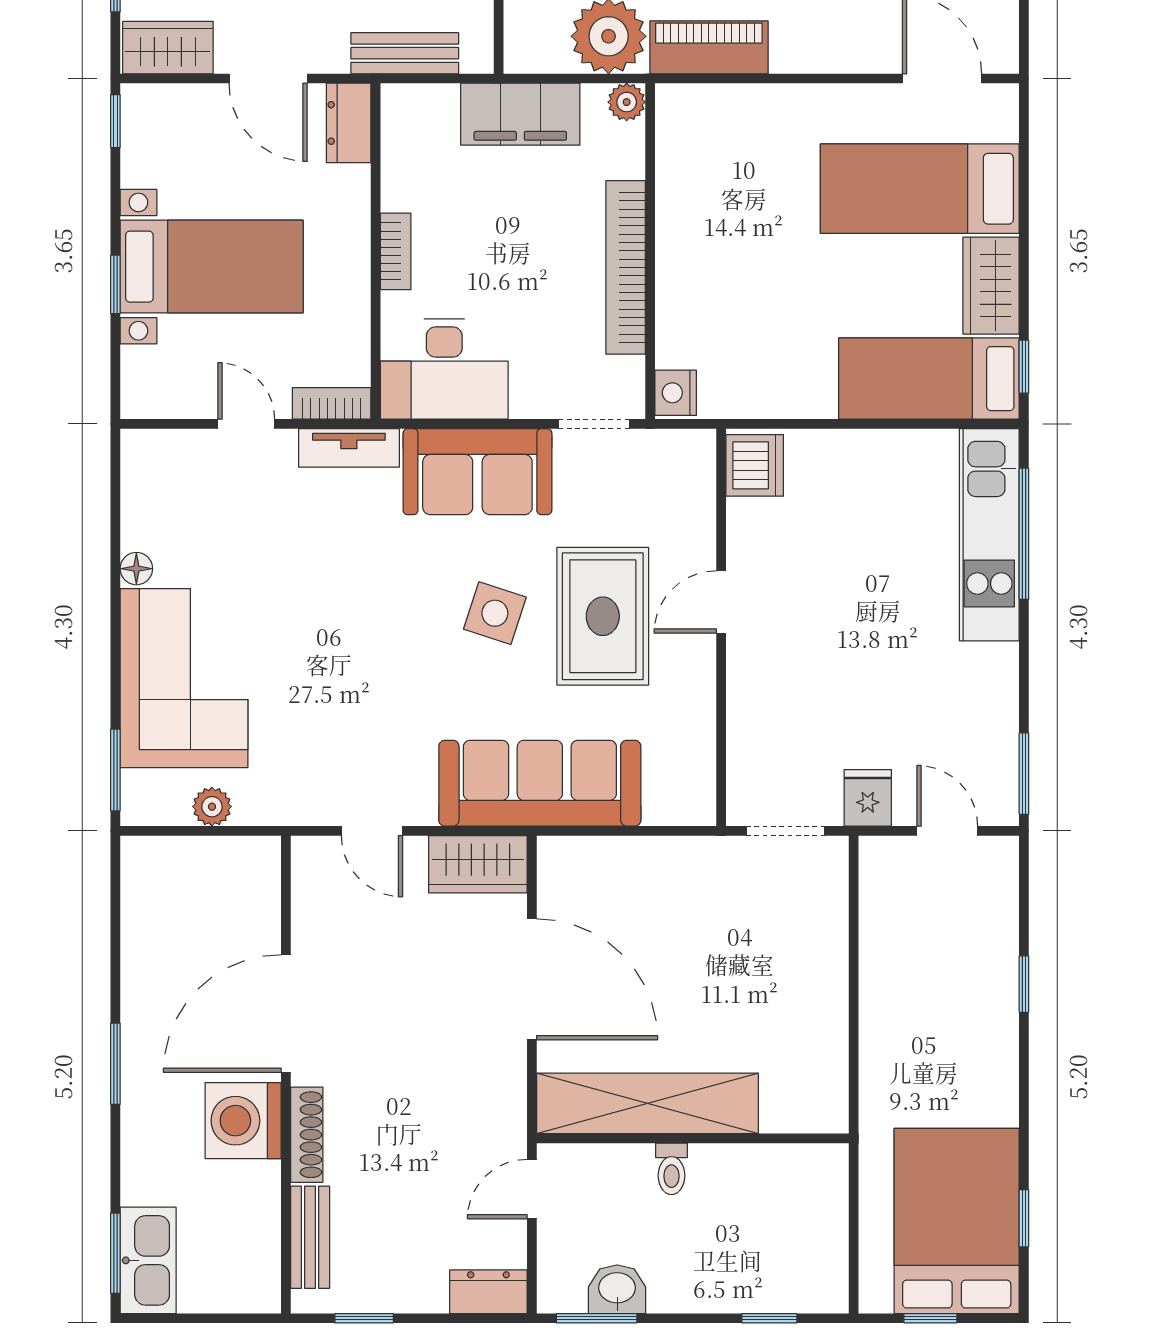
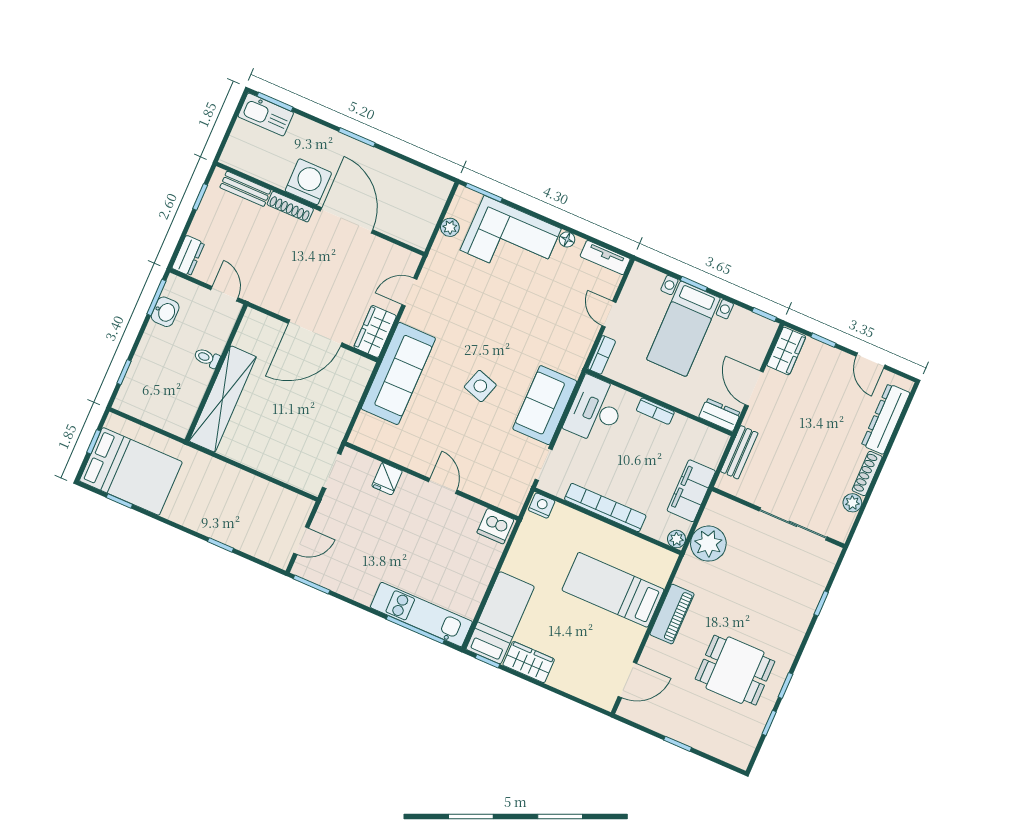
piano: (709, 47) -> (672, 614), moved
door: (268, 79) -> (754, 388), hinge flipped
bed: (920, 189) -> (613, 590), moved, turned -90
door: (246, 424) -> (609, 314), swing flipped
tv unit: (349, 448) -> (605, 258), moved, turned -90
rug: (603, 616) -> (459, 432), removed
fridge: (868, 798) -> (387, 479), moved, turned 90
shelving: (647, 1103) -> (223, 399), moved

